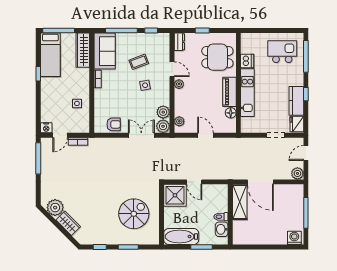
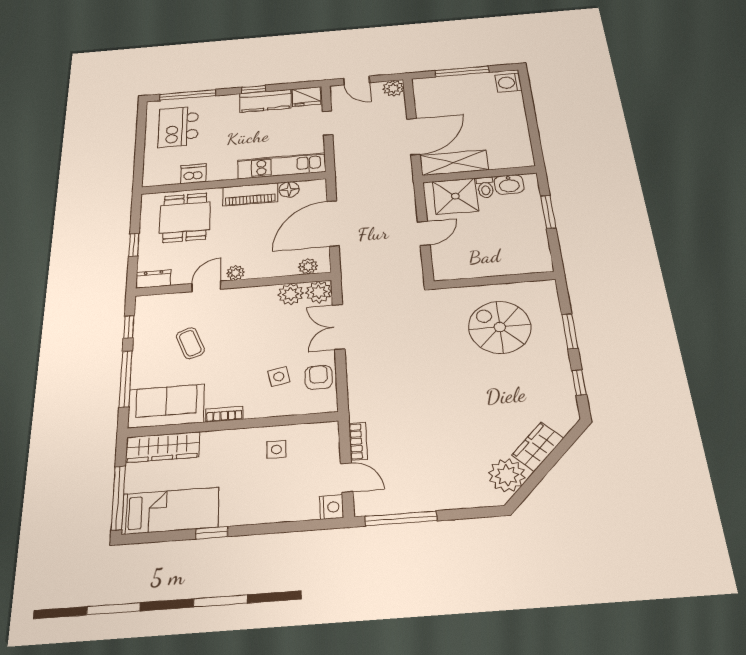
side table: (145, 85) -> (279, 377), moved
kitchen unit: (247, 93) -> (282, 166), moved
door: (205, 135) -> (333, 223), width x1.87
shower: (175, 195) -> (455, 196), moved
bathtub: (181, 237) -> (533, 245), removed

